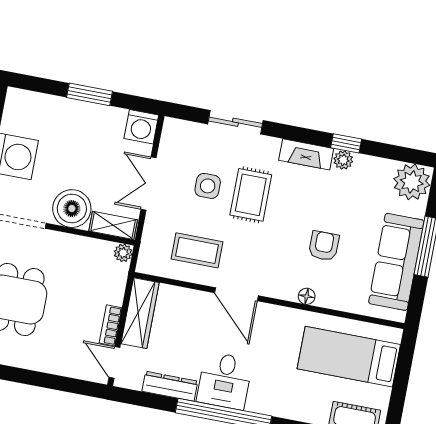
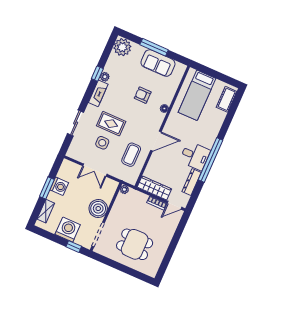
washing machine: (141, 127) -> (59, 186), moved
shelving: (113, 225) -> (46, 211), moved
sofa: (396, 262) -> (158, 63), width x0.73

